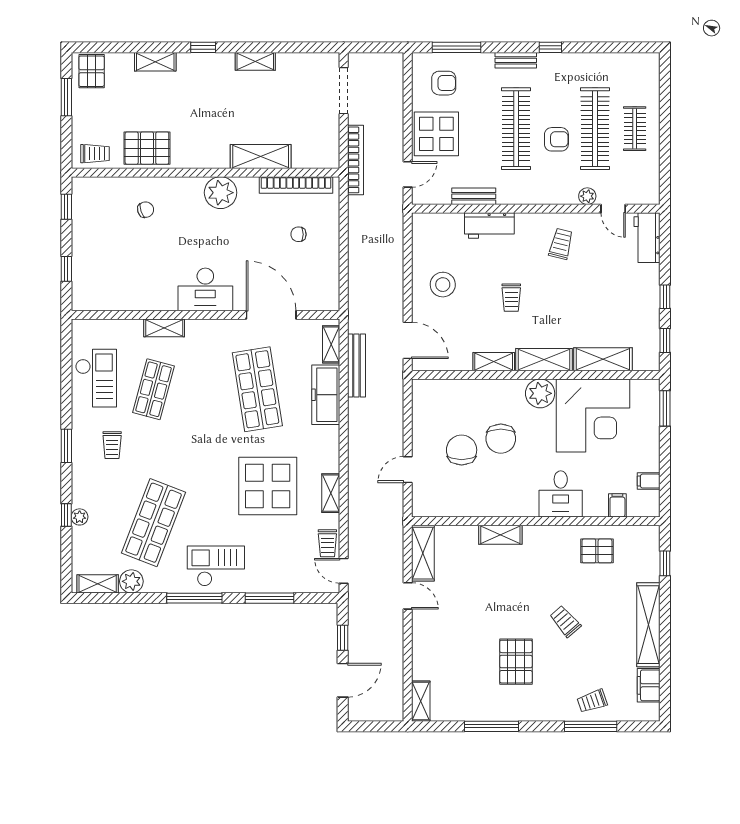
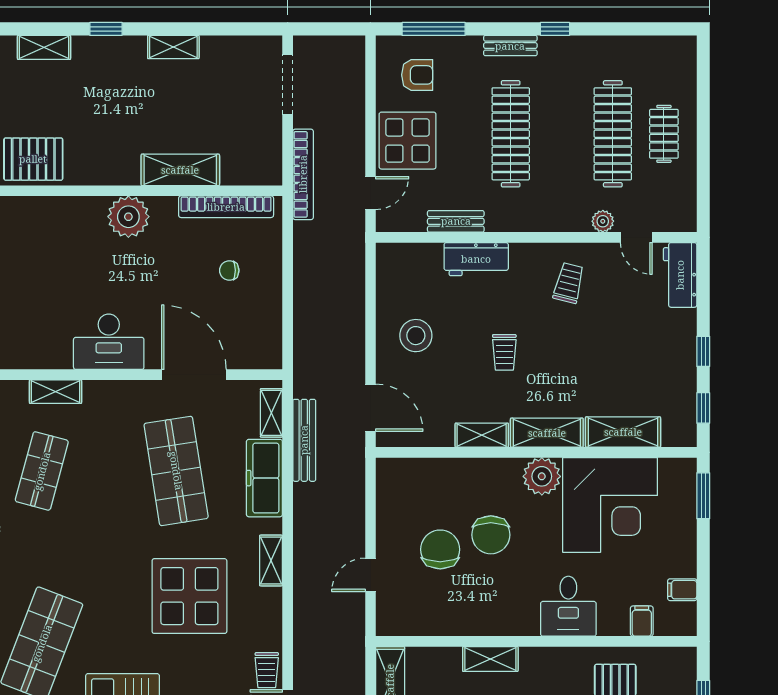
armchair: (556, 139) -> (563, 148), removed
chair: (146, 210) -> (31, 239), removed
shelving: (331, 493) -> (271, 560), moved

